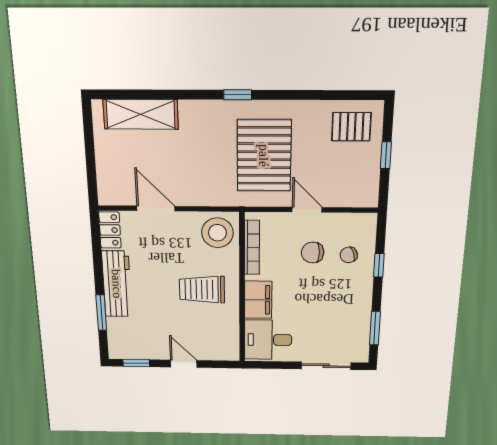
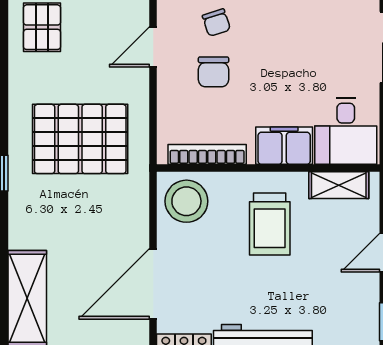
door: (156, 208) -> (153, 284), width x1.36
door: (307, 210) -> (153, 47), moved
shelving: (230, 335) -> (339, 185), added

